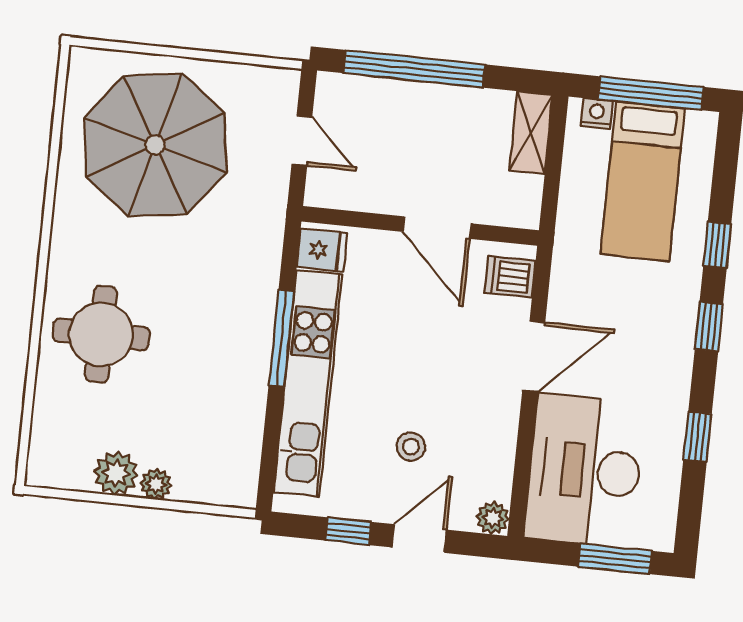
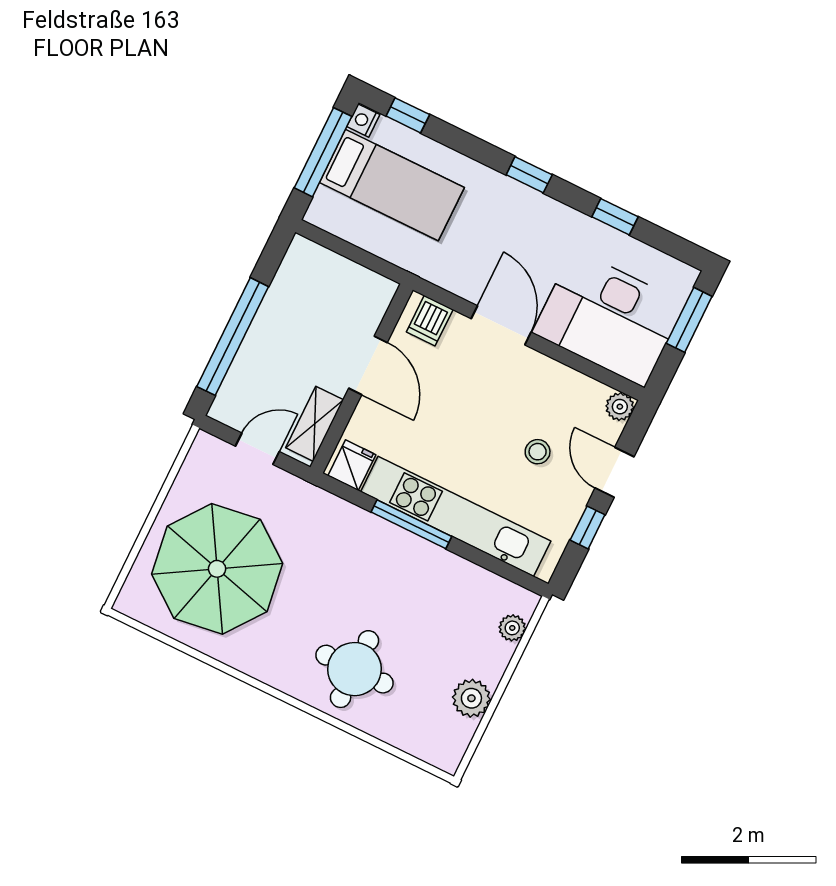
nightstand: (597, 114) -> (363, 121), moved
shelving: (531, 133) -> (315, 424), moved, turned 90
door: (437, 228) -> (368, 365), hinge flipped
window: (717, 245) -> (408, 115), moved
plant: (156, 484) -> (512, 628), moved

